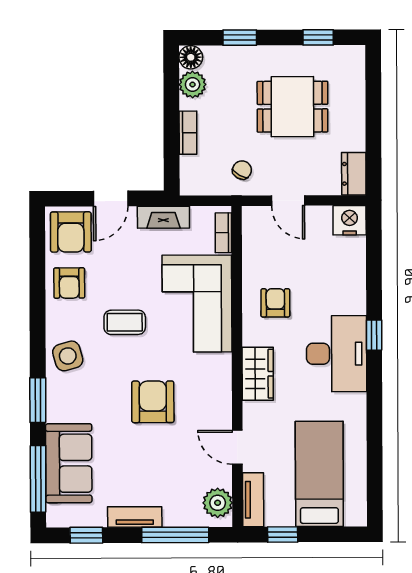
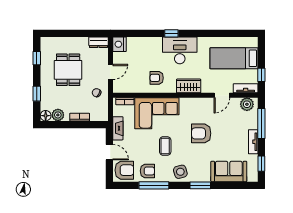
window: (38, 479) -> (154, 185), moved

